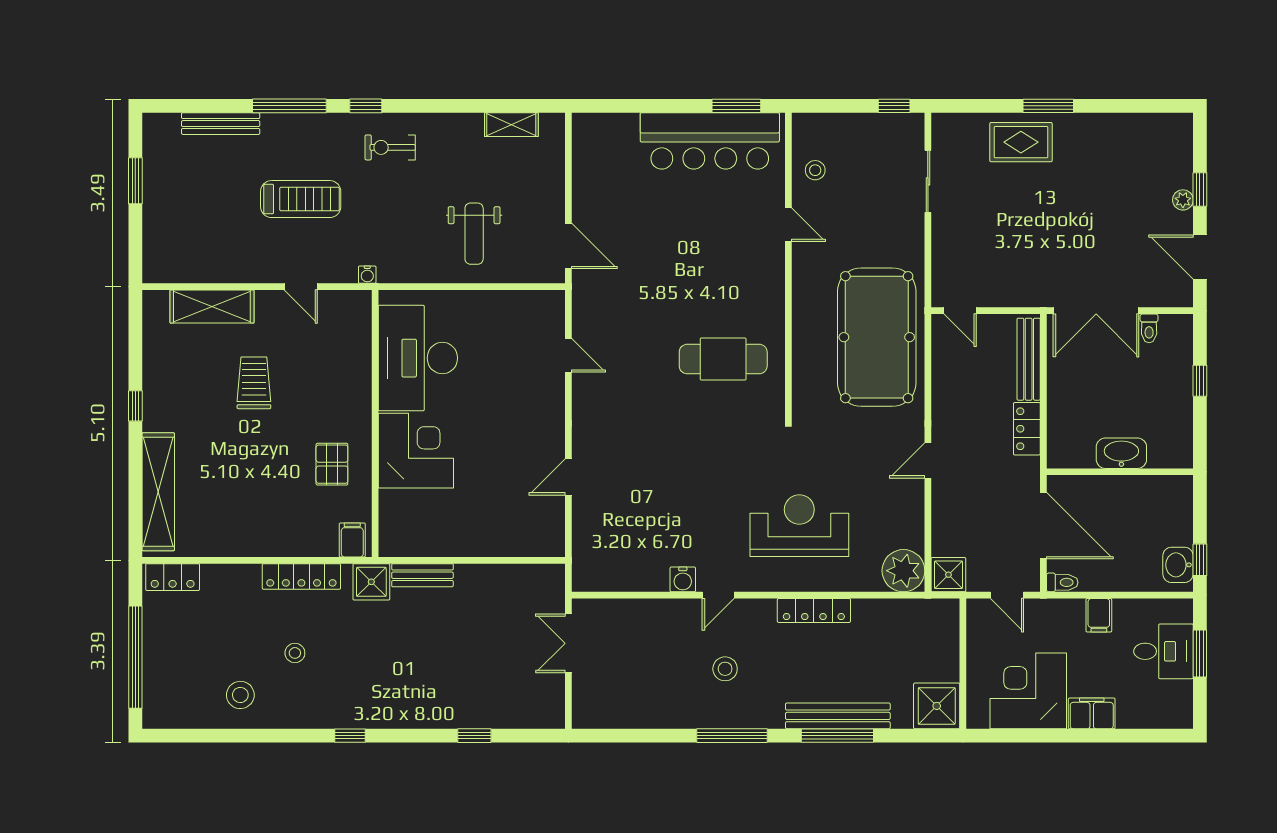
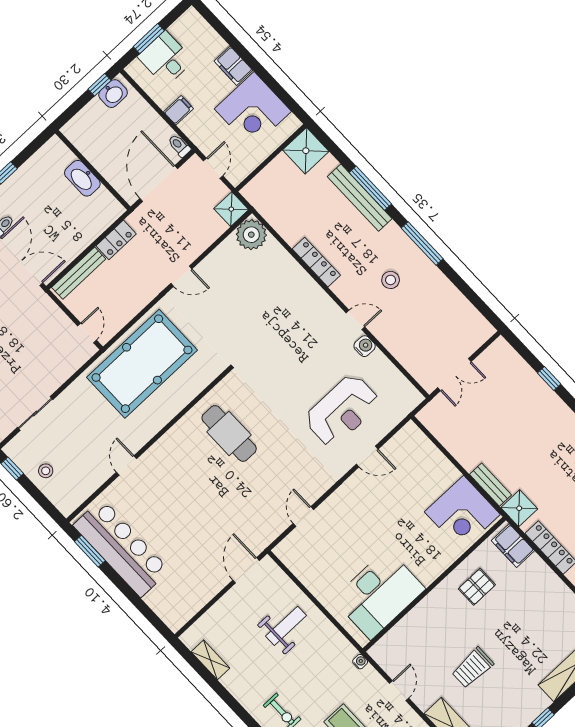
stool: (815, 170) -> (46, 471), moved
corner desk: (416, 451) -> (462, 513), moved, turned -90
reception desk: (799, 526) -> (342, 411), moved, turned -90
filing cabinet: (352, 540) -> (513, 546), width x2.00

